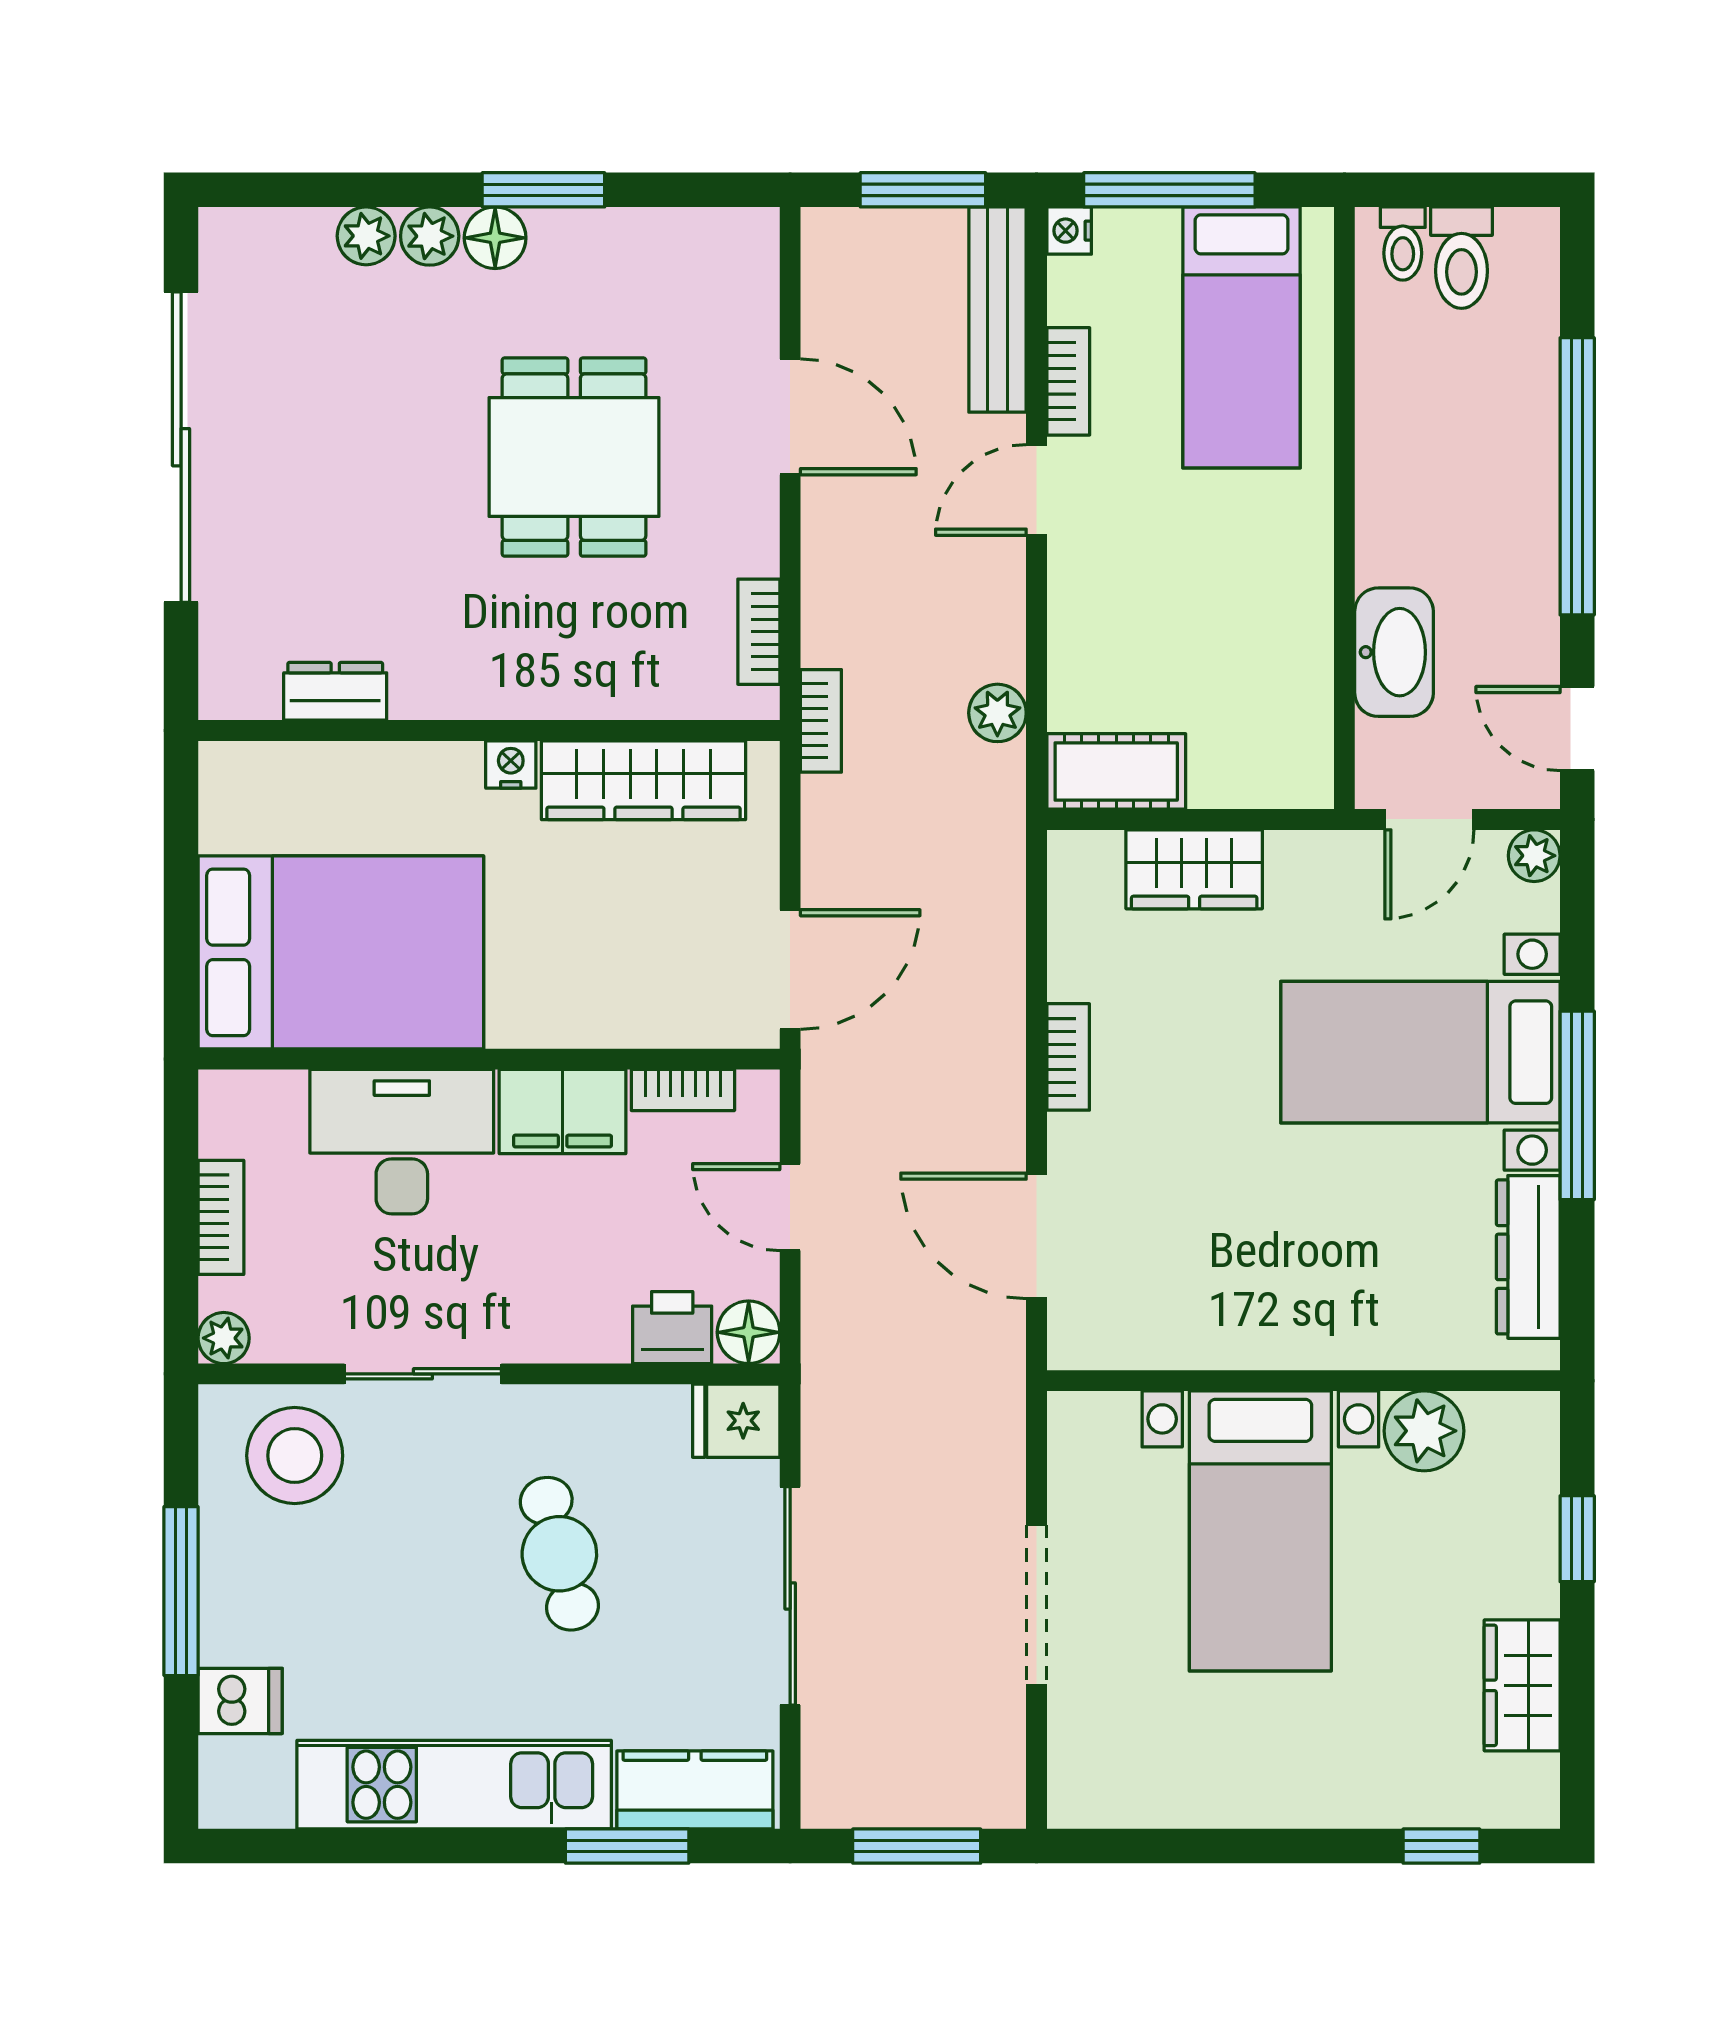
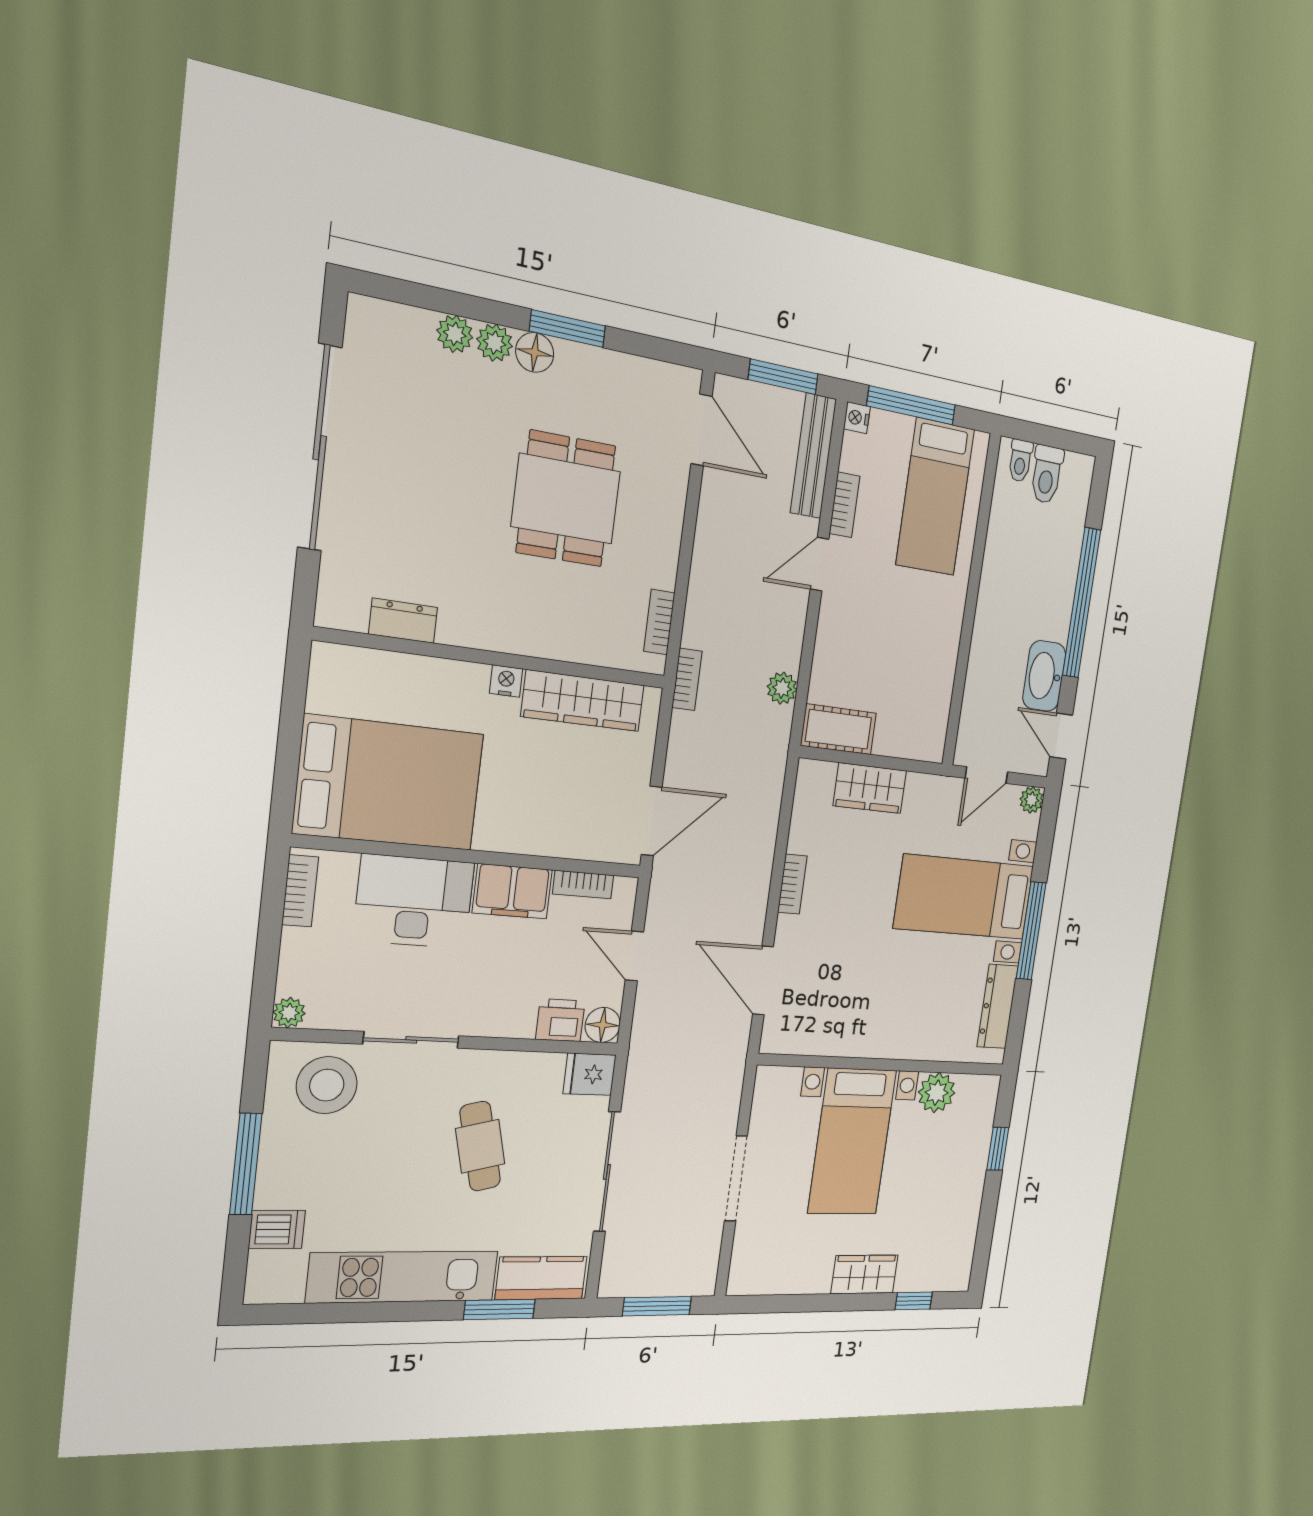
door: (790, 417) -> (702, 430), moved
washbasin: (1394, 652) -> (1044, 676), moved, turned 180
bookcase: (221, 1217) -> (300, 891), moved
wardrobe: (1522, 1685) -> (865, 1274), moved, turned 90

